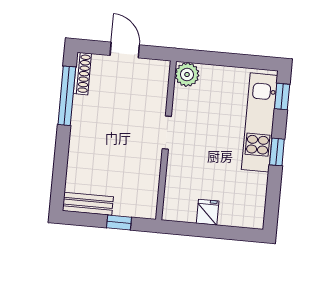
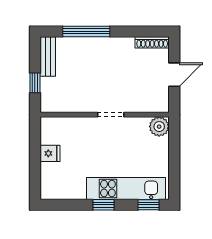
window: (67, 96) -> (86, 31), moved

